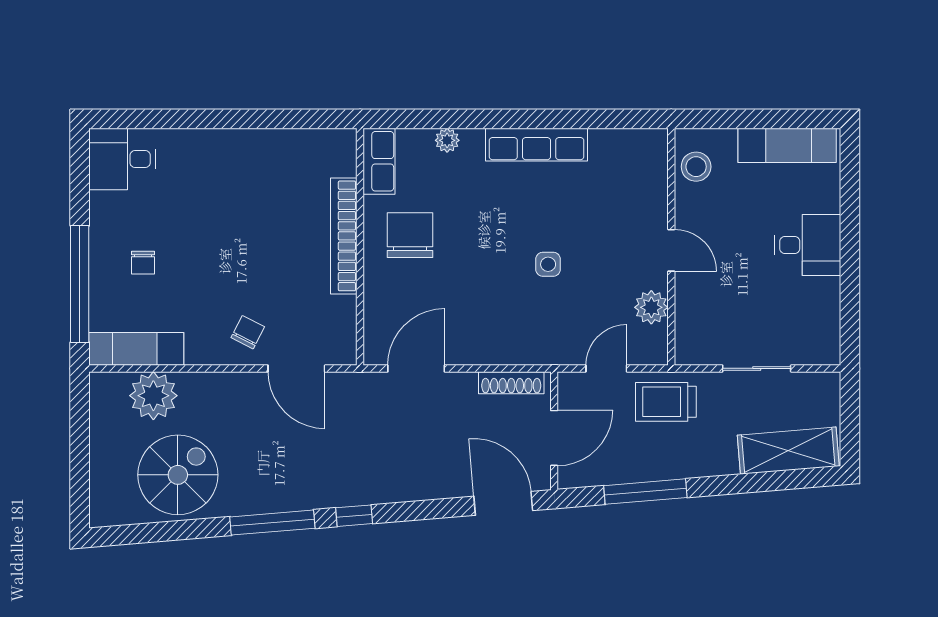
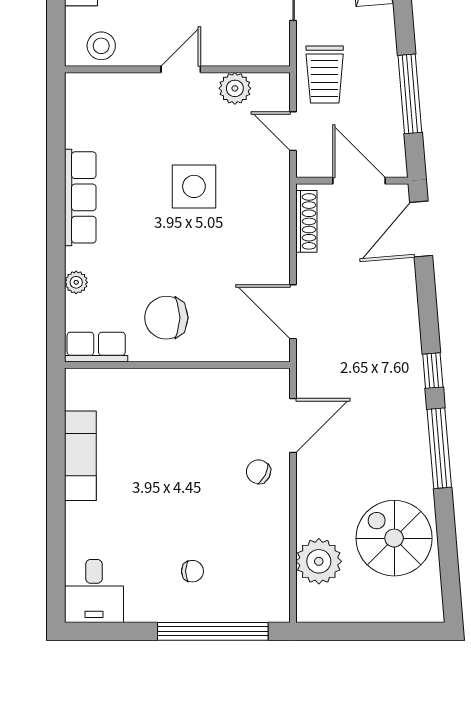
bookcase: (344, 236) -> (167, 380), removed
side table: (548, 264) -> (194, 186), width x1.87, depth x1.87
exam couch: (136, 349) -> (80, 456), moved, turned 180

